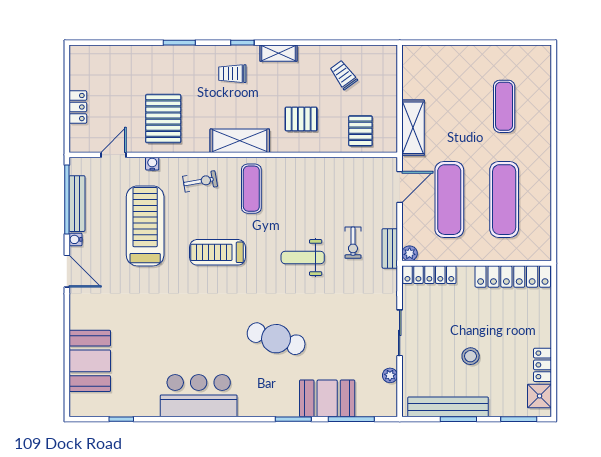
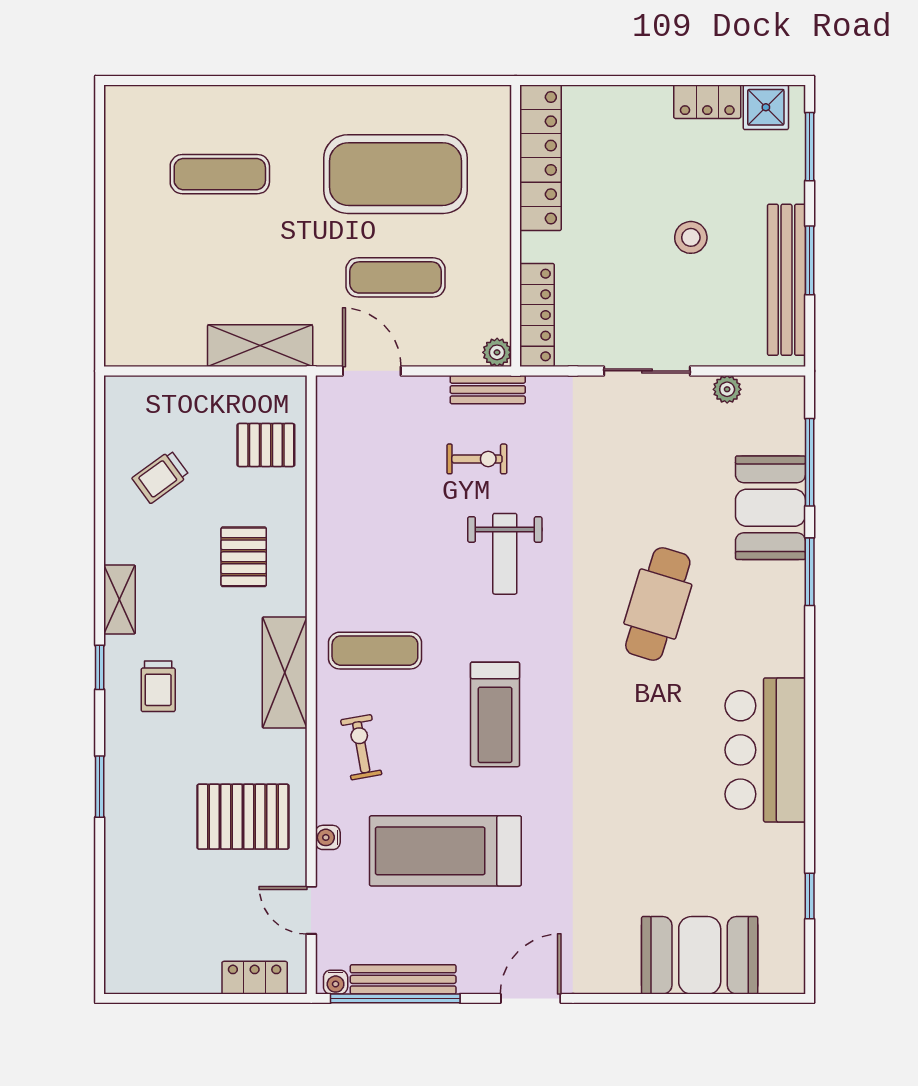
locker: (78, 107) -> (255, 978), moved
exercise mat: (449, 200) -> (396, 277), width x0.73, depth x0.69
exercise mat: (504, 200) -> (396, 174), width x1.47
water cooler: (75, 239) -> (336, 982), moved

